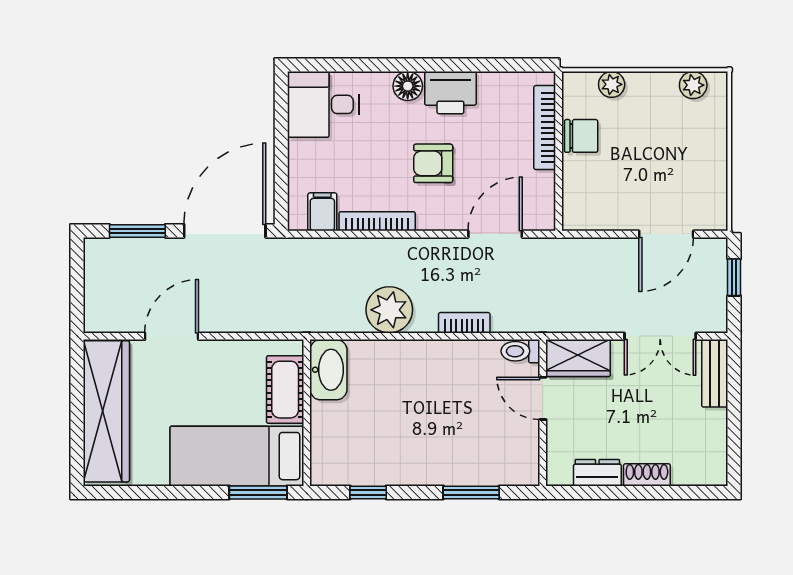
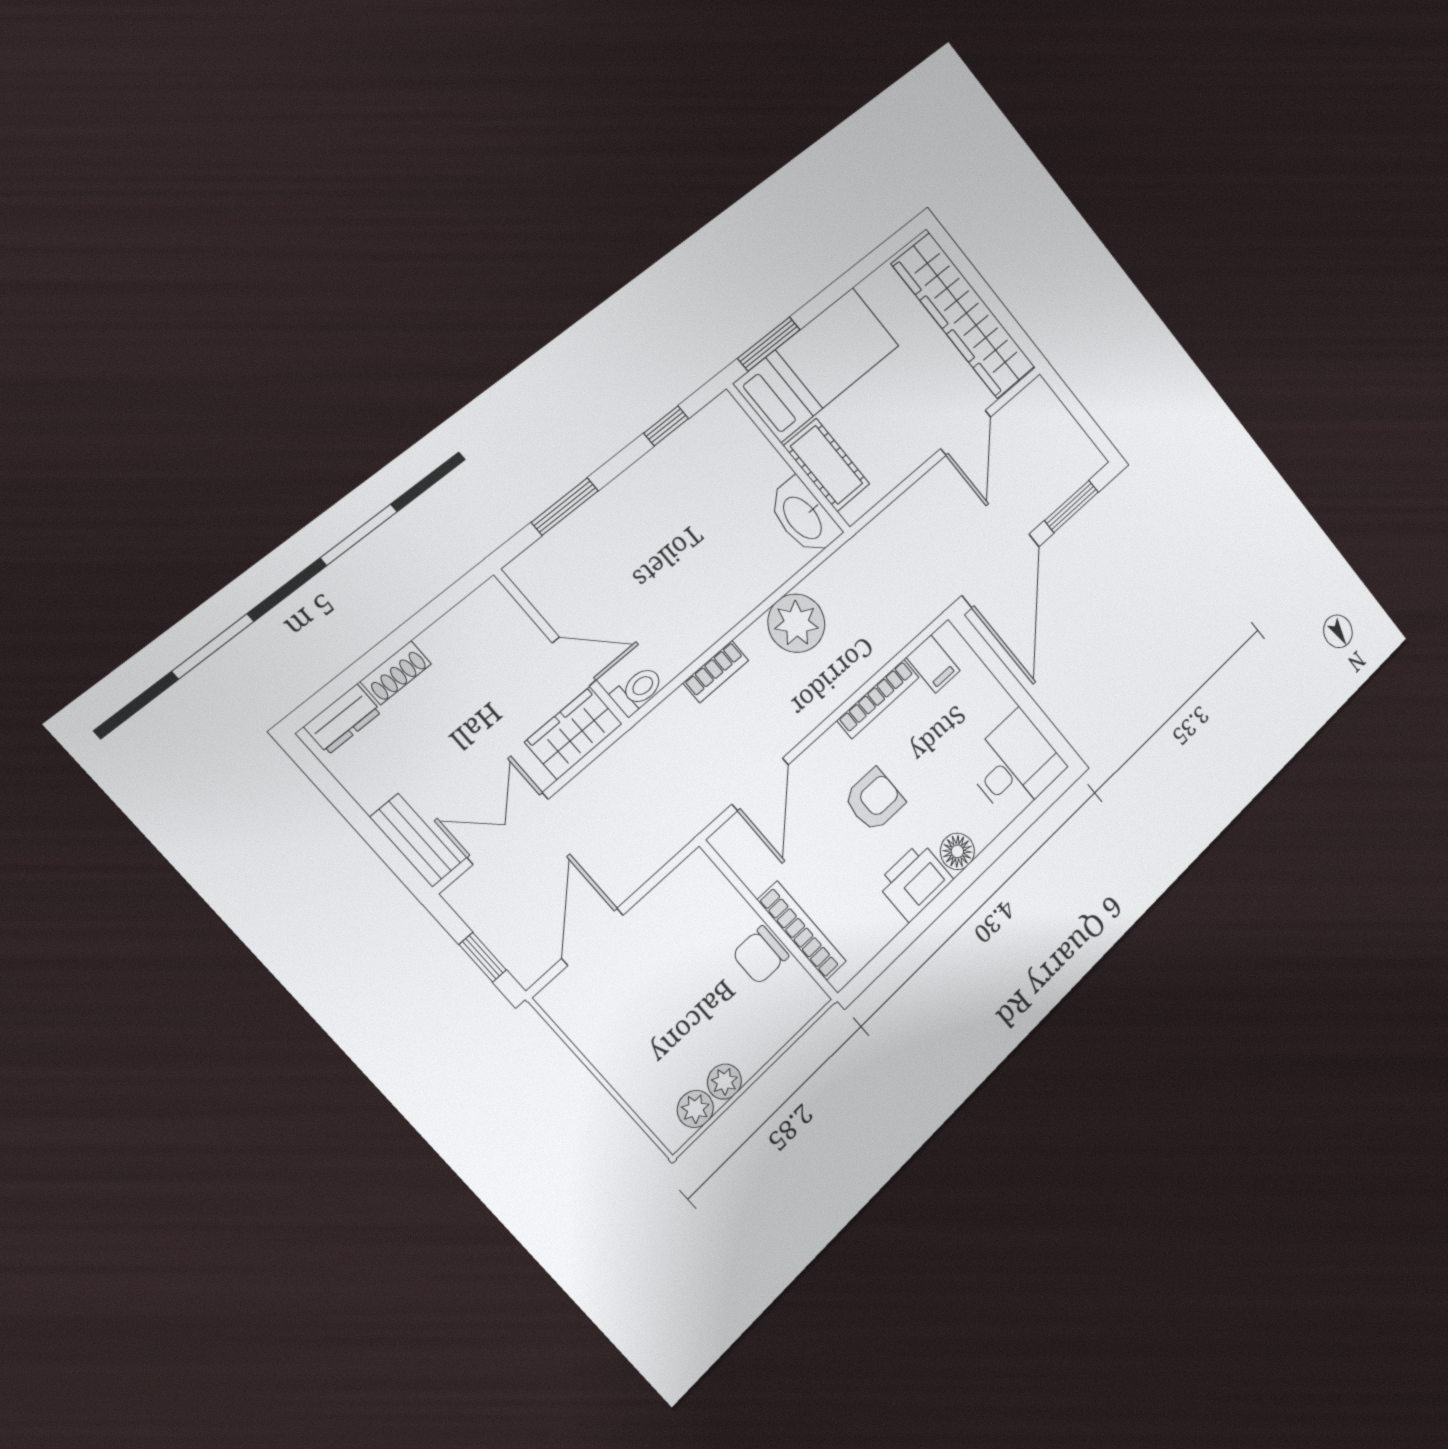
plant: (612, 84) -> (724, 1082), moved
dresser: (597, 473) -> (343, 719), moved

